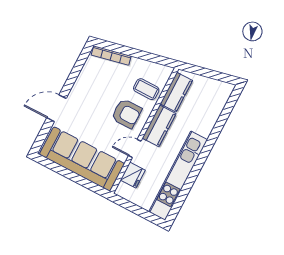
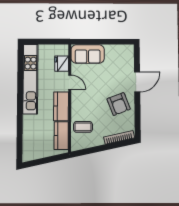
armchair: (127, 113) -> (119, 104), moved, turned -111
door: (135, 148) -> (70, 82), hinge flipped
sofa: (82, 159) -> (88, 54), width x0.54, depth x0.79

